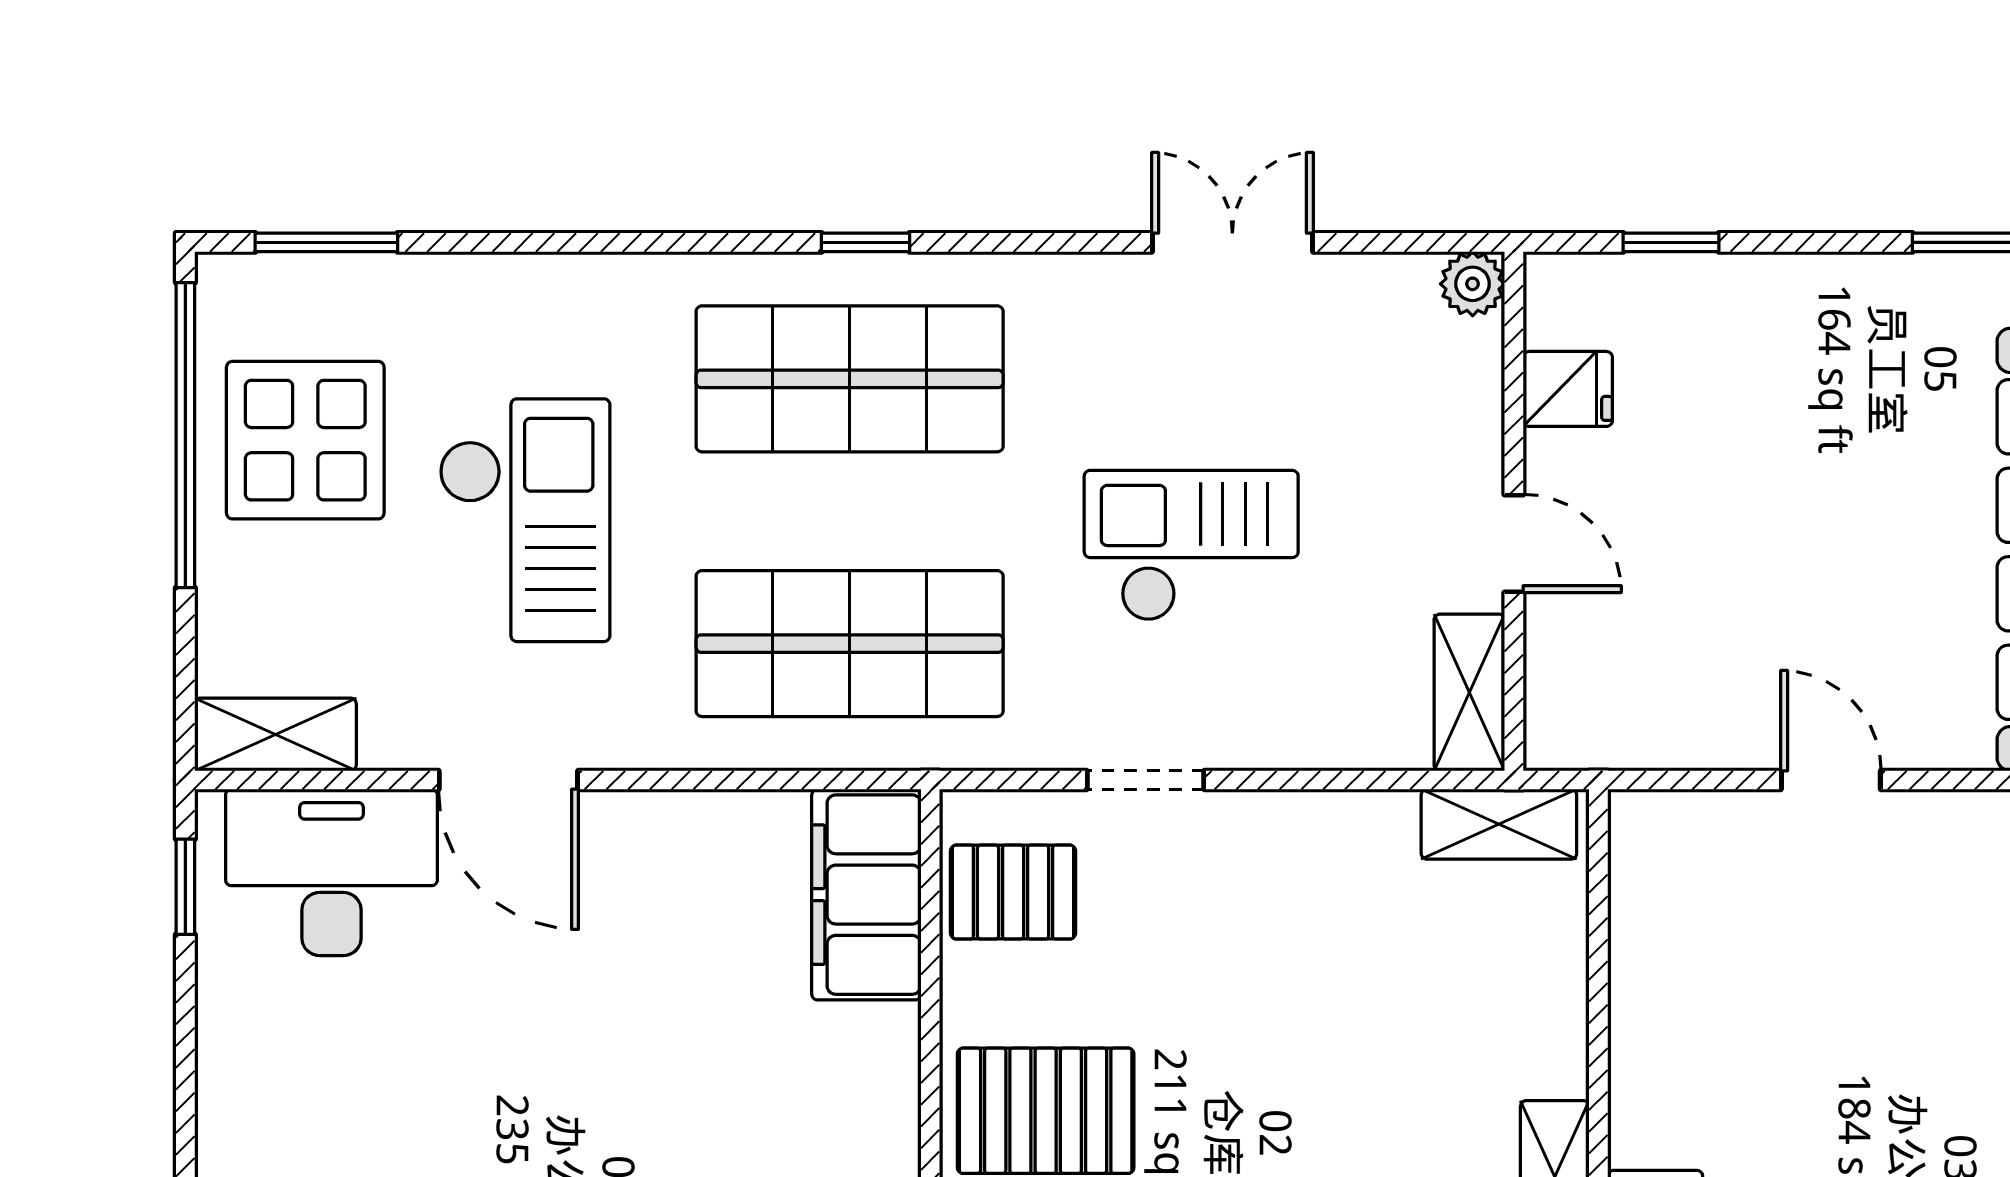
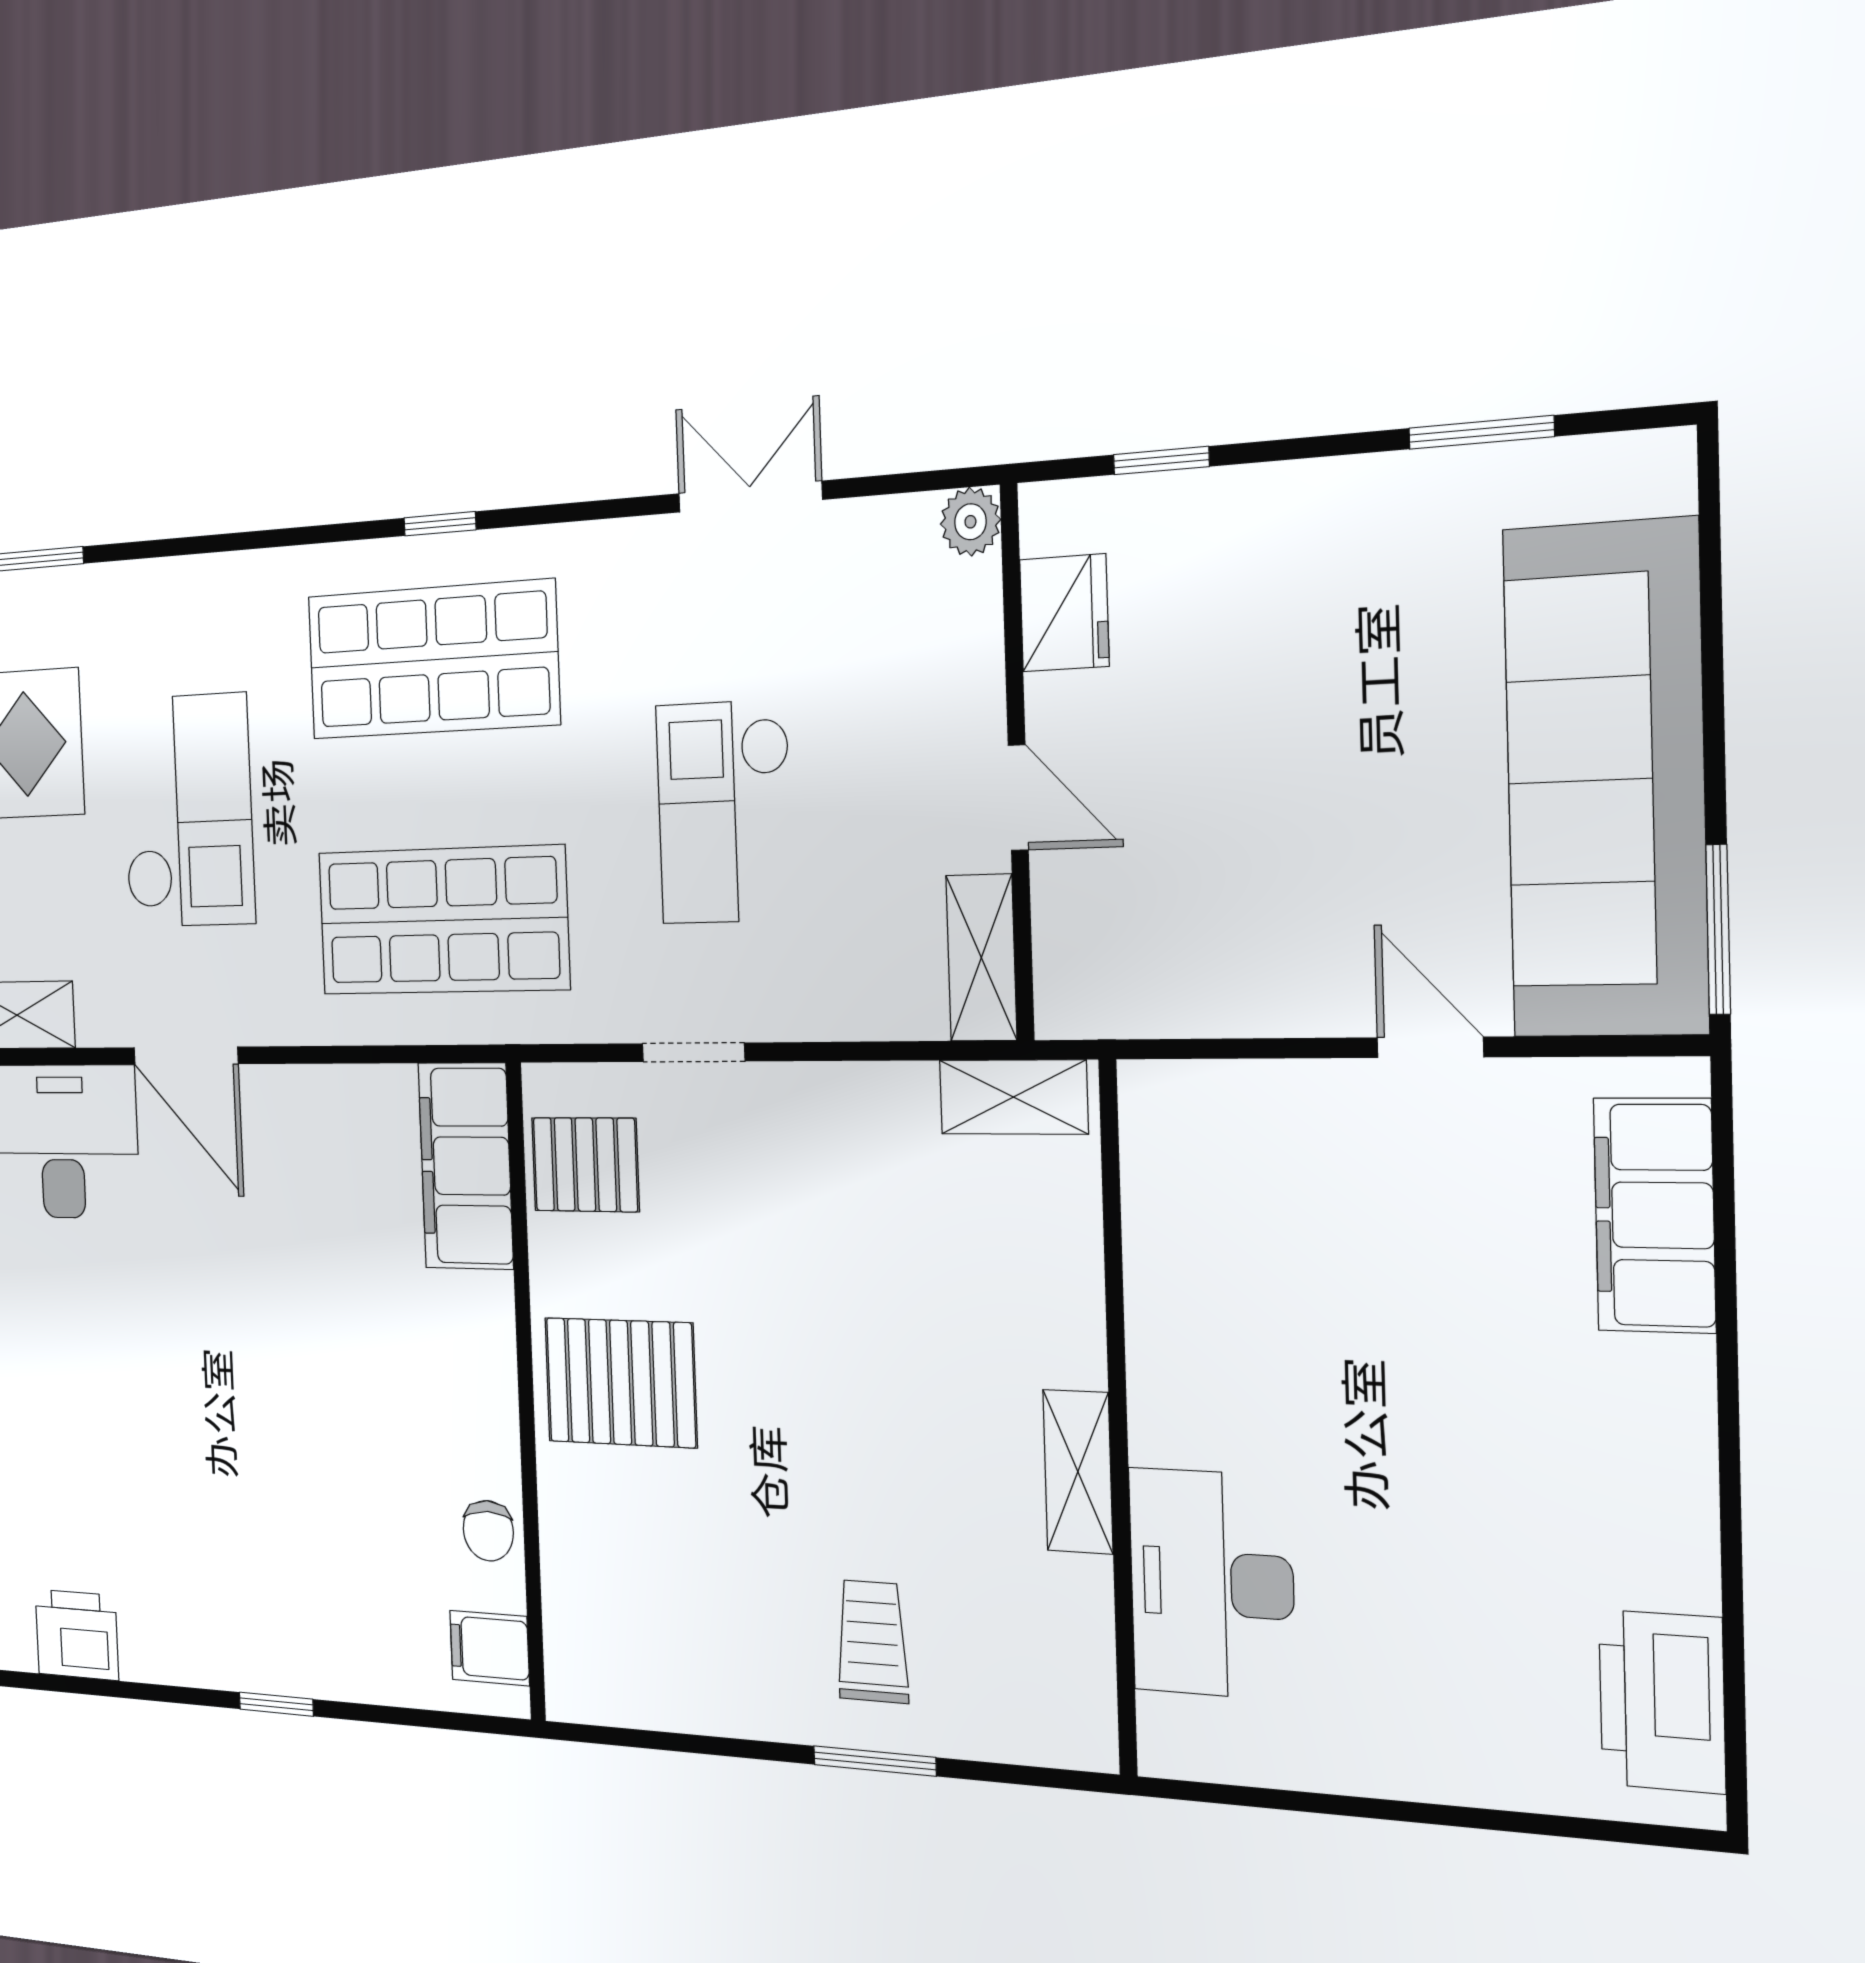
fridge: (1568, 389) -> (1064, 613), width x1.38
checkout: (1191, 546) -> (725, 812), turned -90
door: (1831, 780) -> (1430, 1047), moved

